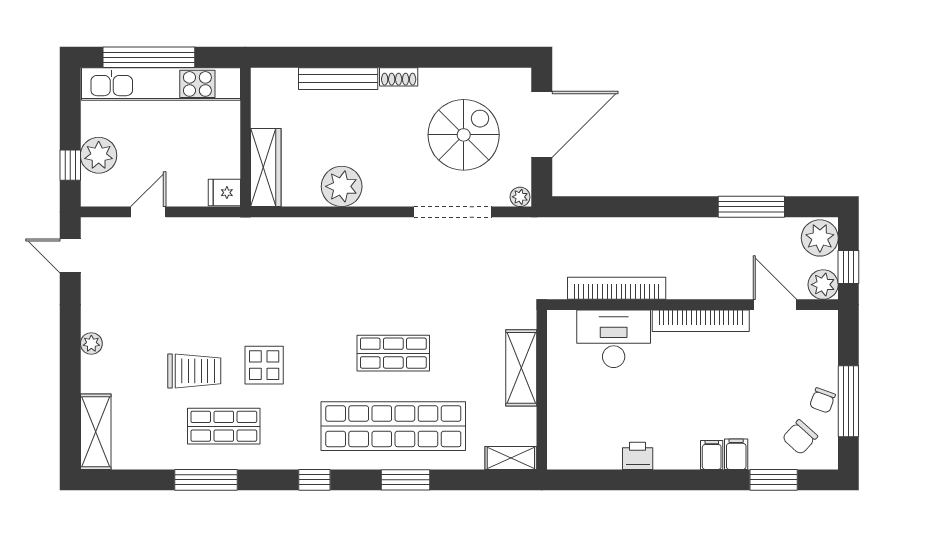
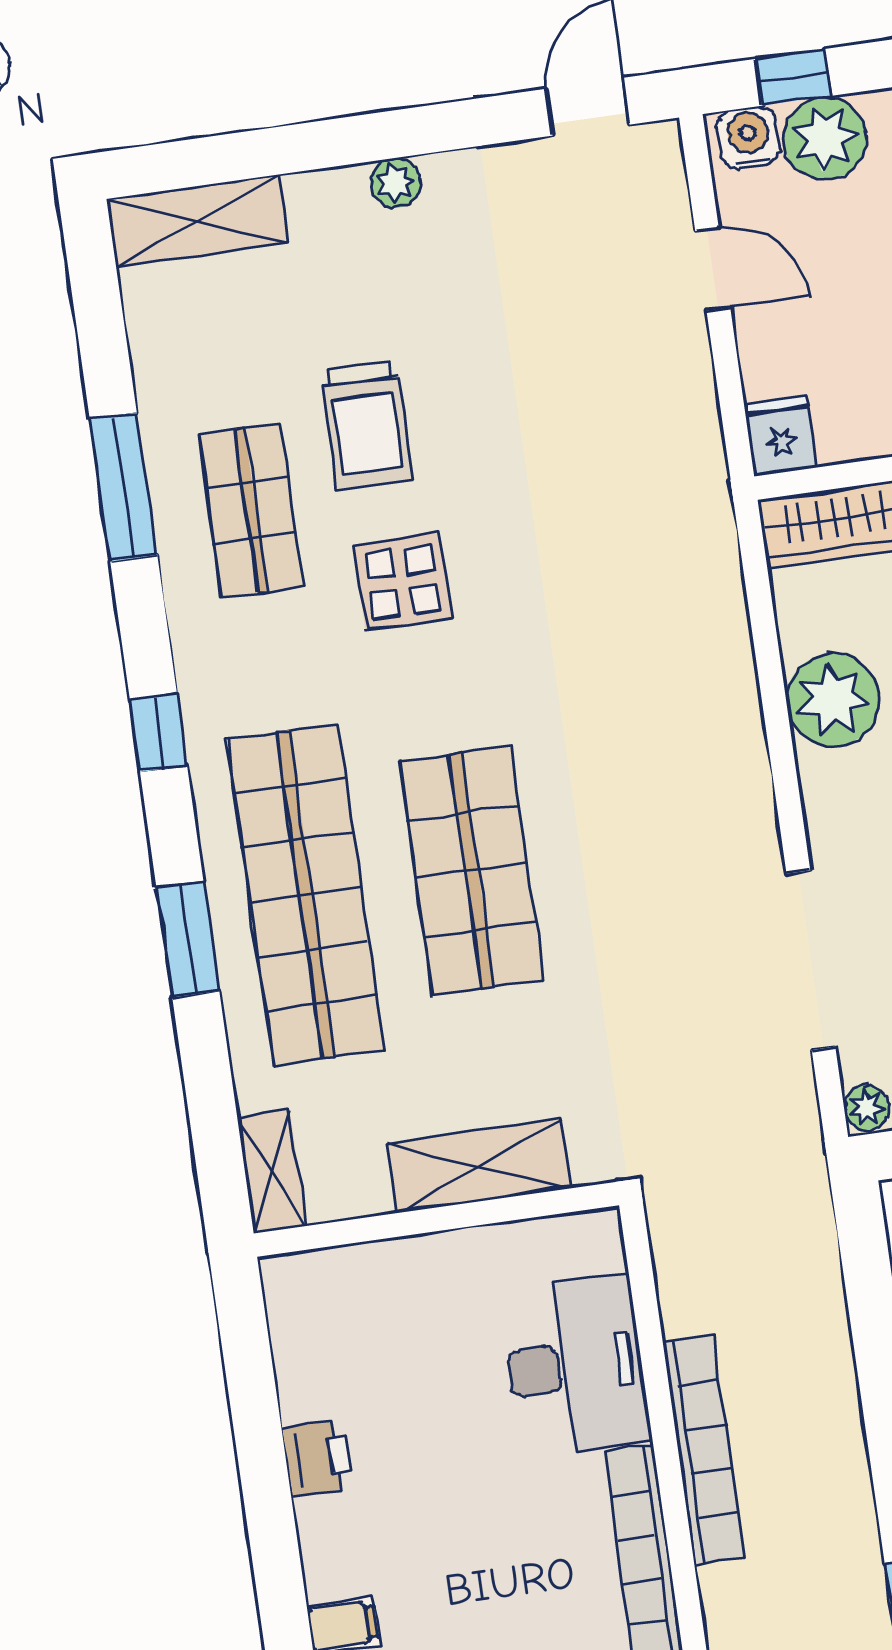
water cooler: (93, 188) -> (748, 137), added
bookcase: (617, 288) -> (704, 1450), moved
shop shelf: (393, 353) -> (471, 871), width x1.43, depth x1.36

